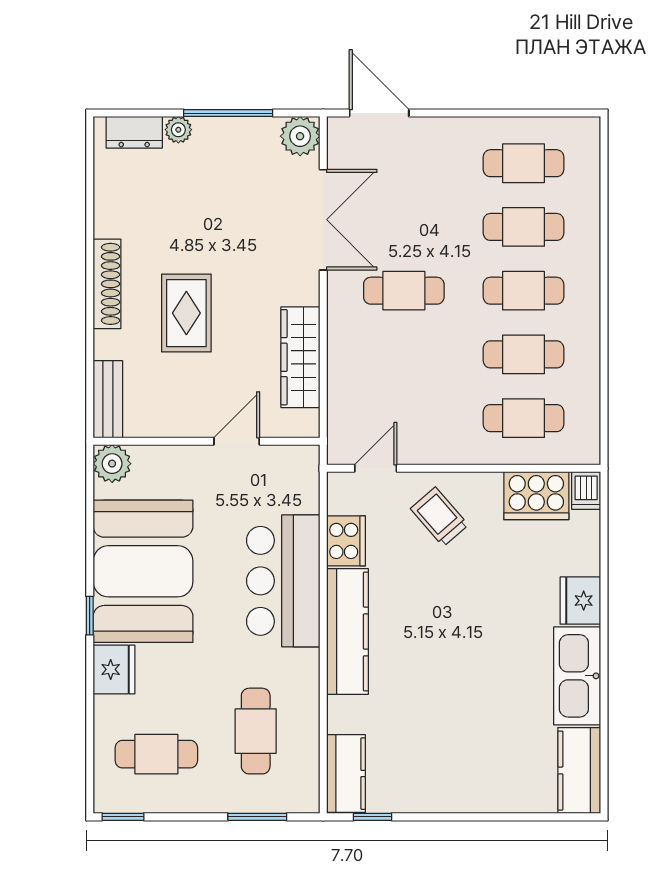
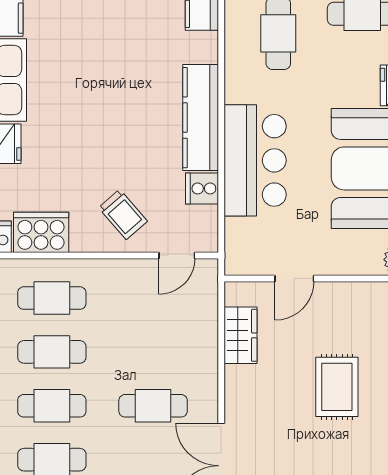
wardrobe: (300, 357) -> (241, 335), width x0.67
cooker: (346, 541) -> (202, 188), width x0.73

